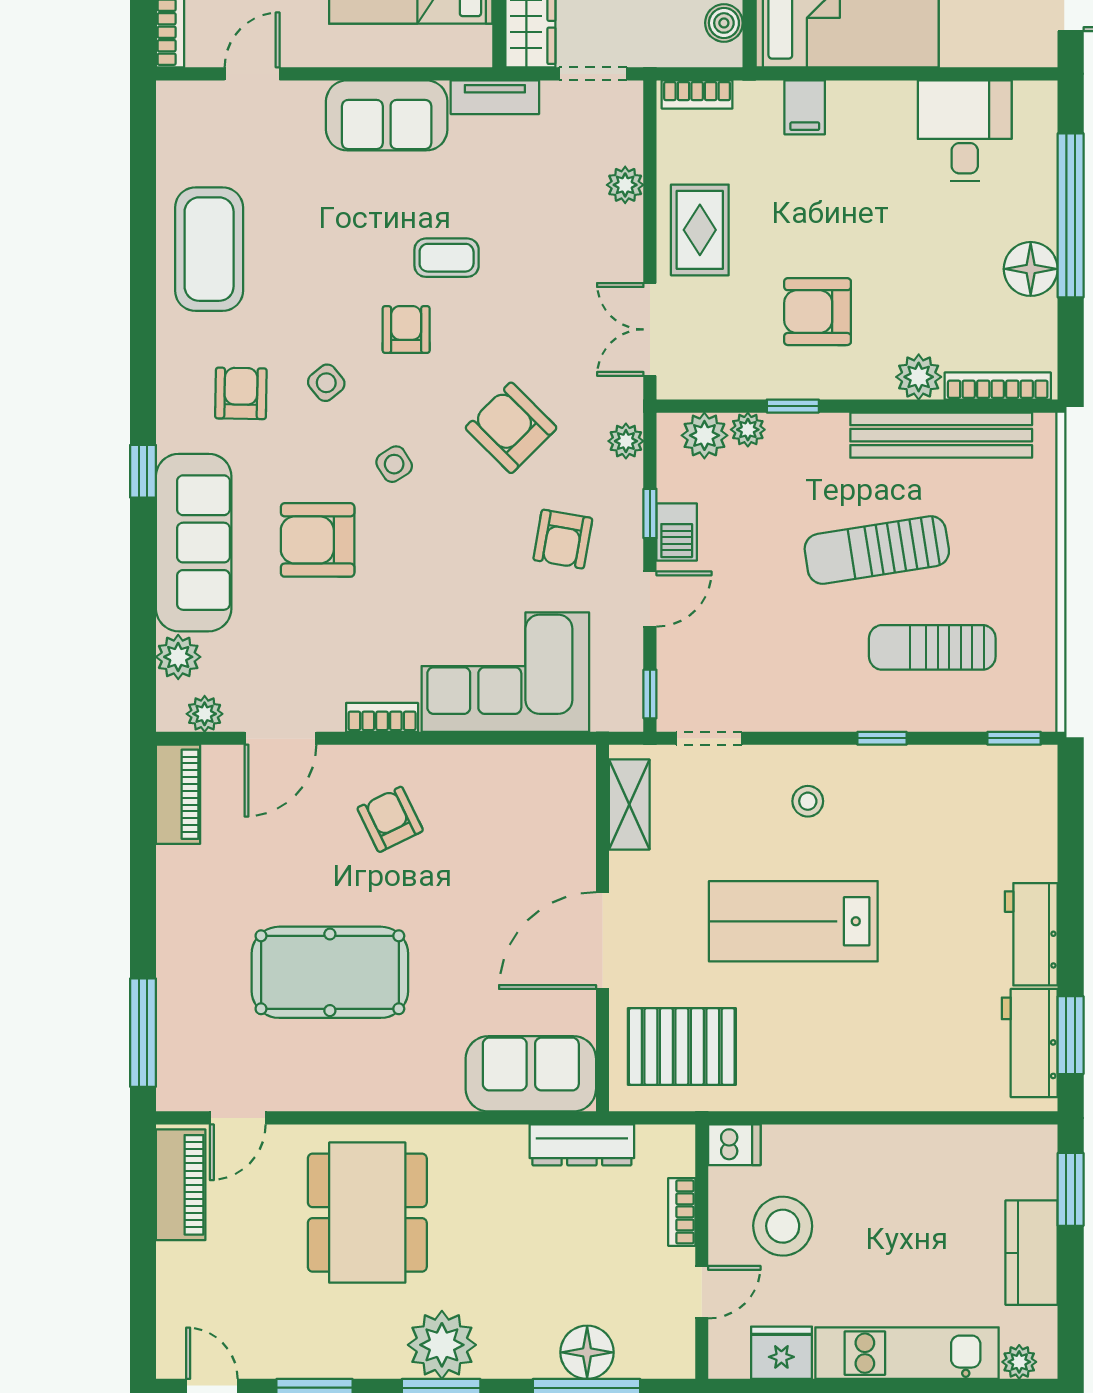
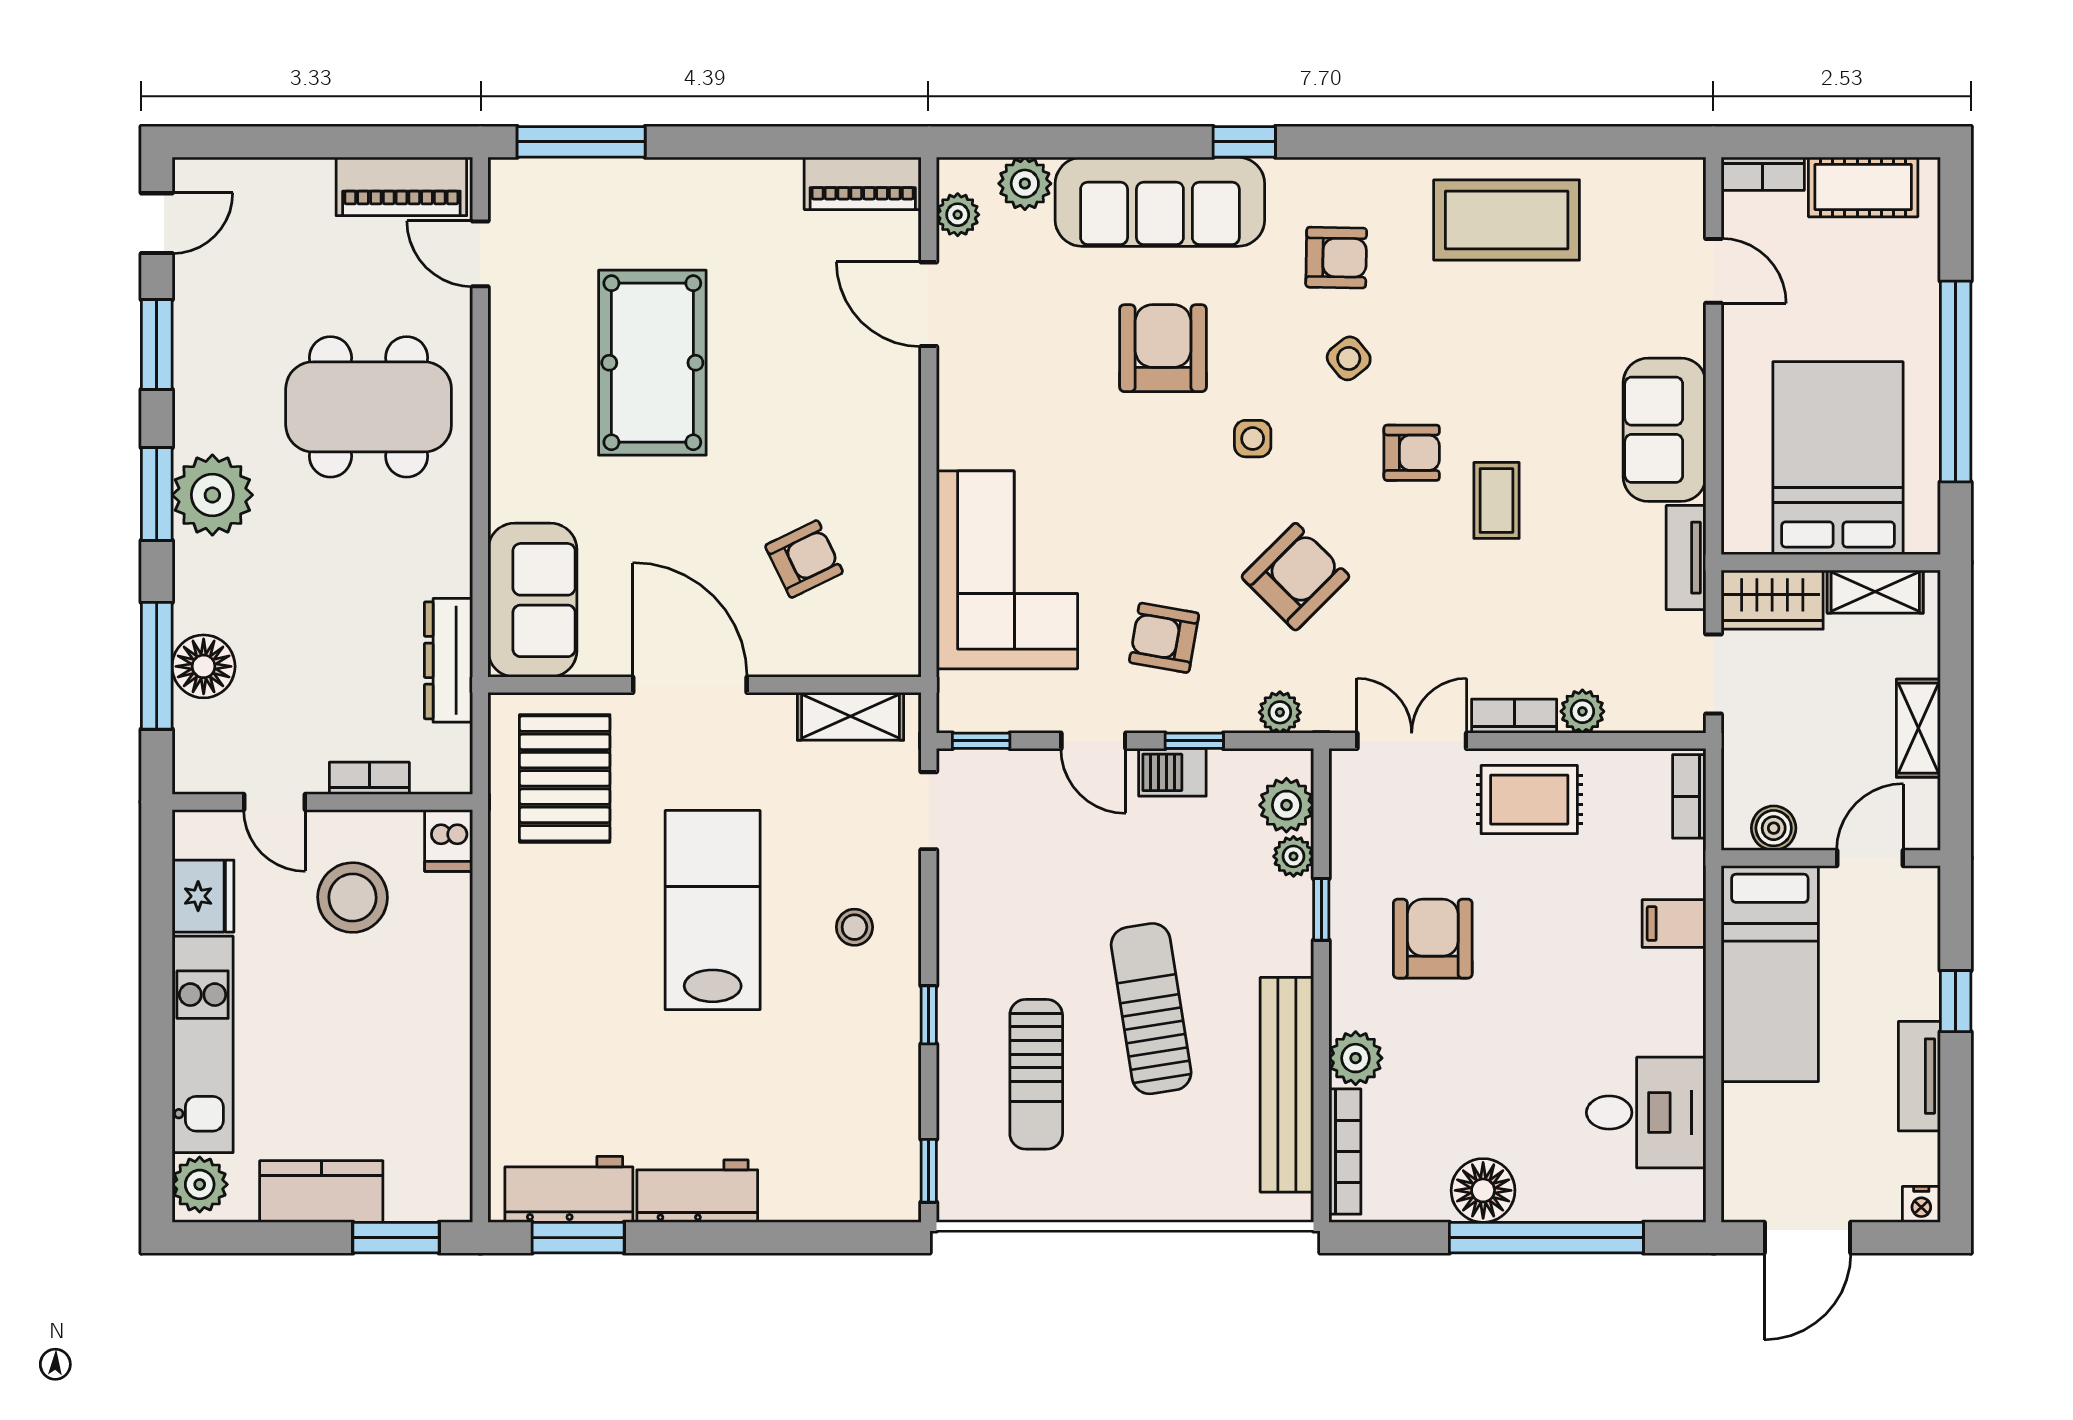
side table: (394, 464) -> (1253, 439), turned 32
sun lounger: (932, 647) -> (1036, 1074), turned 180
bookcase: (382, 717) -> (1514, 716), moved, turned -90
armchair: (390, 819) -> (804, 559), moved
plant: (1019, 1362) -> (200, 1184), width x1.38, depth x1.38

